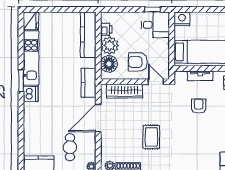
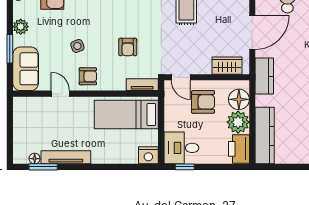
printer: (106, 29) -> (239, 149), width x1.87, depth x1.48
tv unit: (200, 76) -> (142, 85), moved
wardrobe: (125, 91) -> (227, 66), width x0.67

